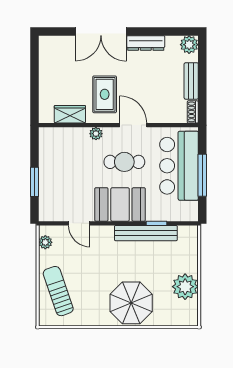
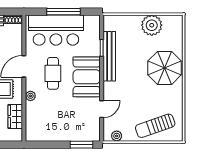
window: (34, 182) -> (82, 145), moved

